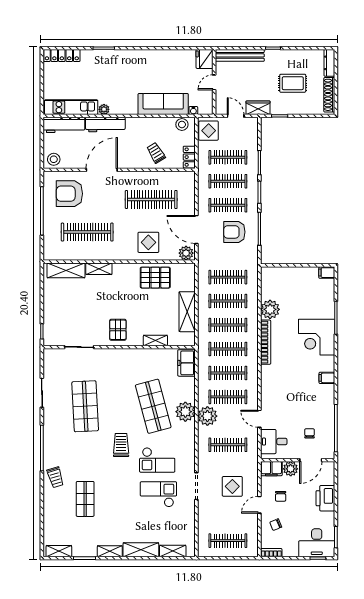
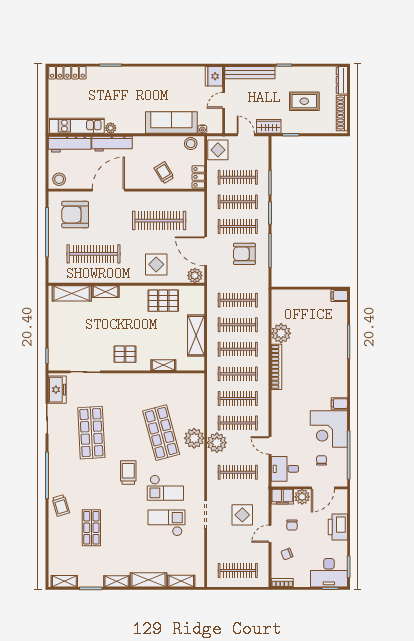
pallet: (118, 330) -> (125, 354), turned 90
corner desk: (317, 337) -> (329, 429), moved
freezer: (187, 363) -> (57, 390), moved, turned 180

